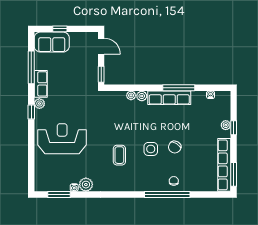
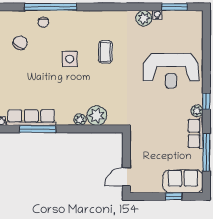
door: (101, 46) -> (126, 177), hinge flipped
window: (101, 74) -> (126, 144), removed
plant: (131, 95) -> (97, 116), width x1.88, depth x1.88
row of seats: (169, 98) -> (31, 118), moved
chair: (175, 147) -> (20, 43), moved

